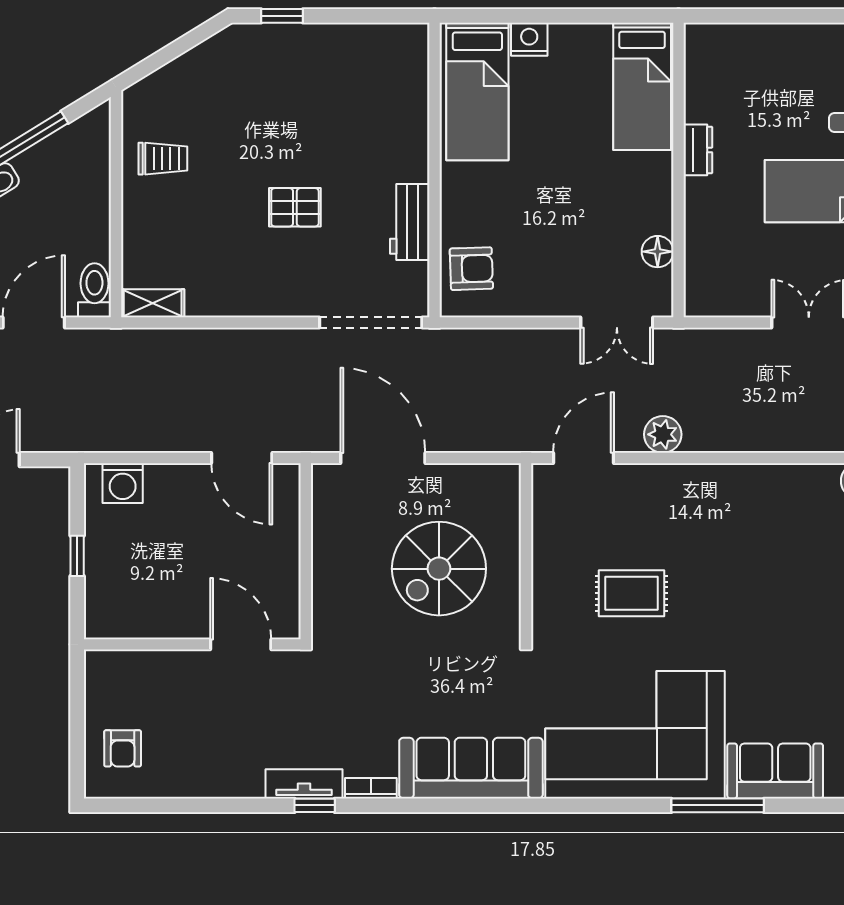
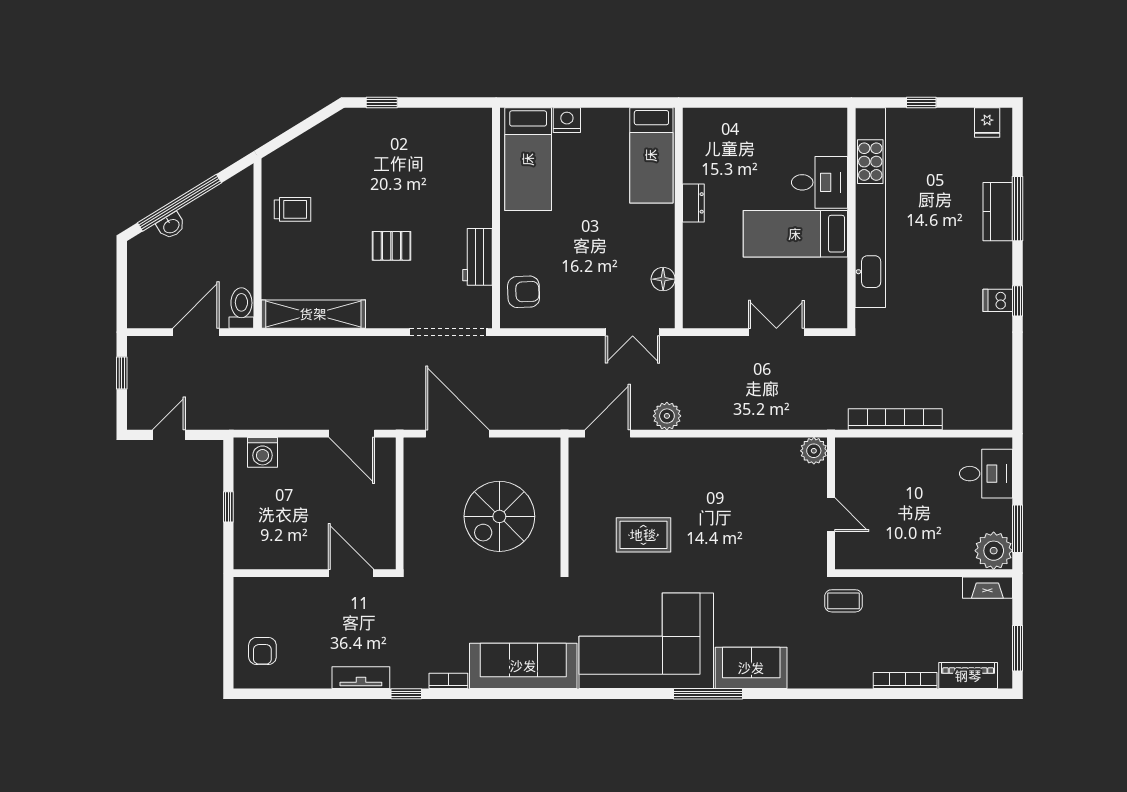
shelving: (153, 303) -> (313, 314), width x2.20, depth x1.33
tv unit: (304, 784) -> (361, 678), moved

